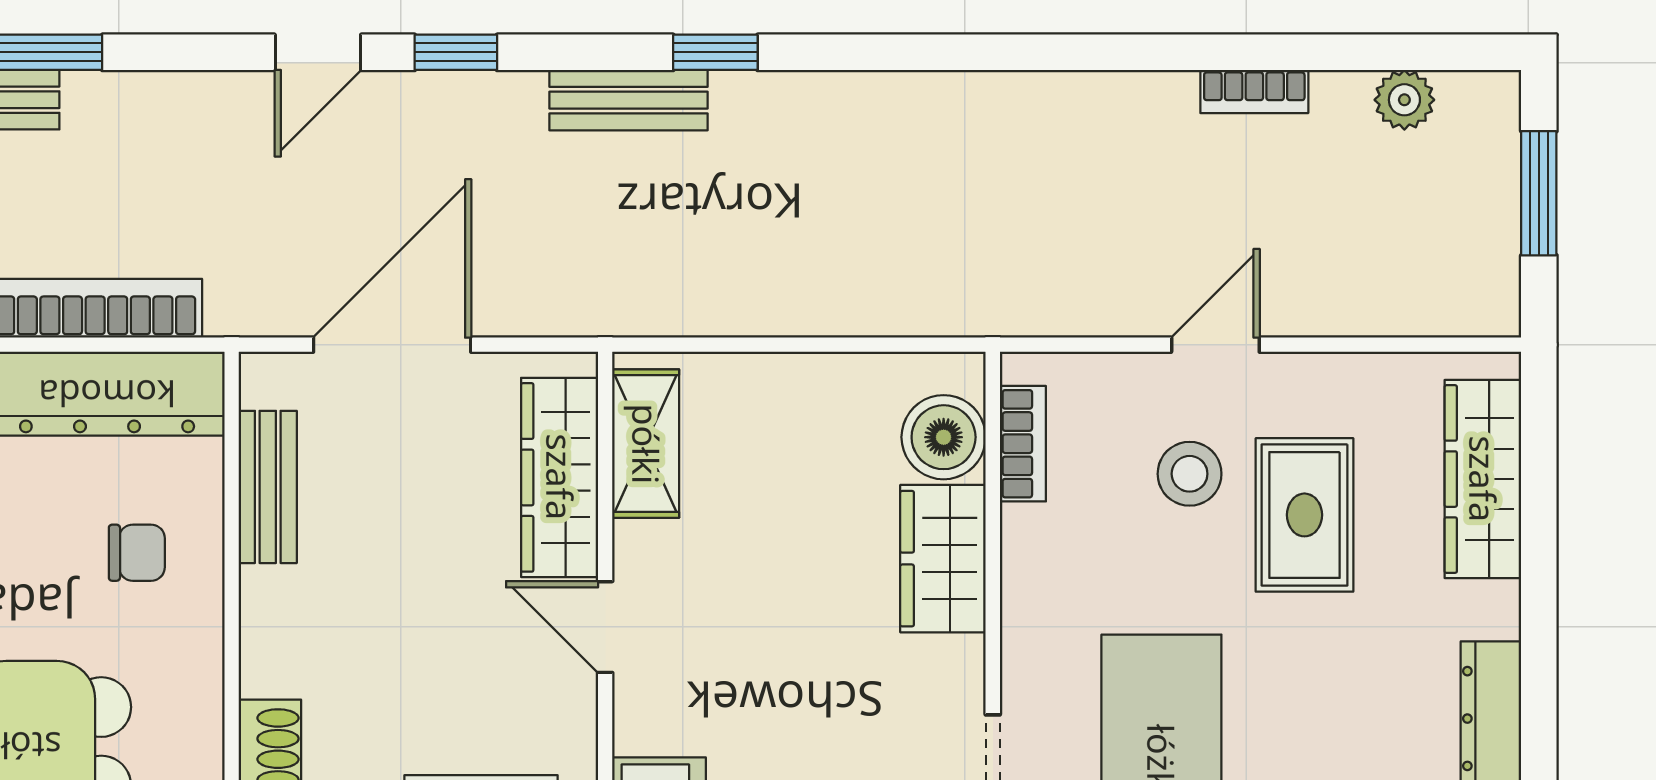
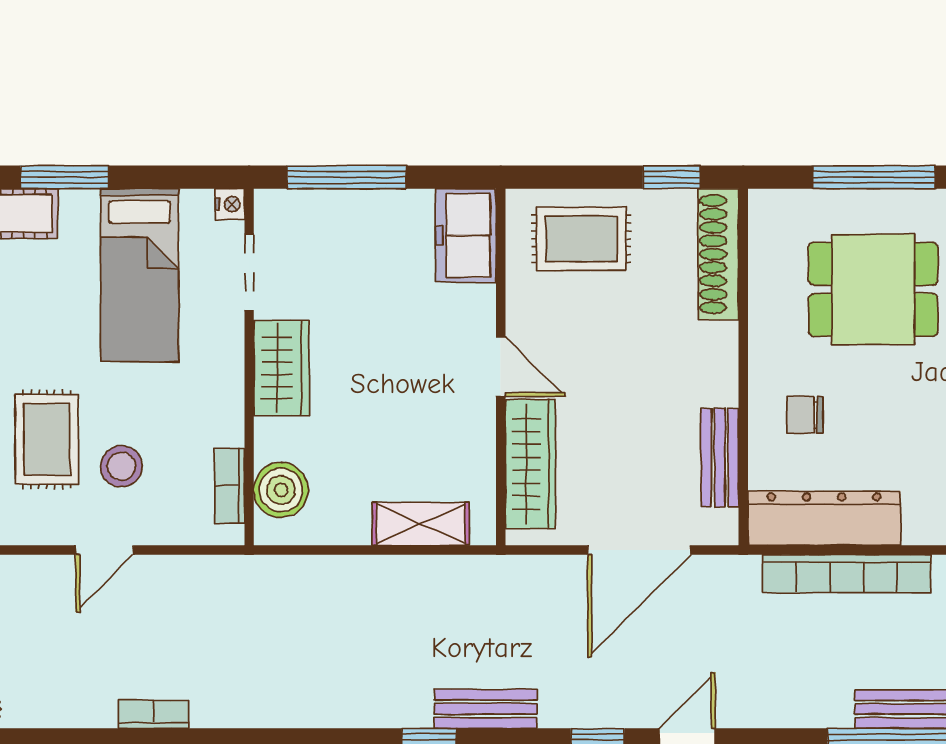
bookcase: (1254, 91) -> (154, 714), moved
shelving: (646, 444) -> (421, 524), moved, turned 90
wardrobe: (943, 559) -> (281, 368), moved

